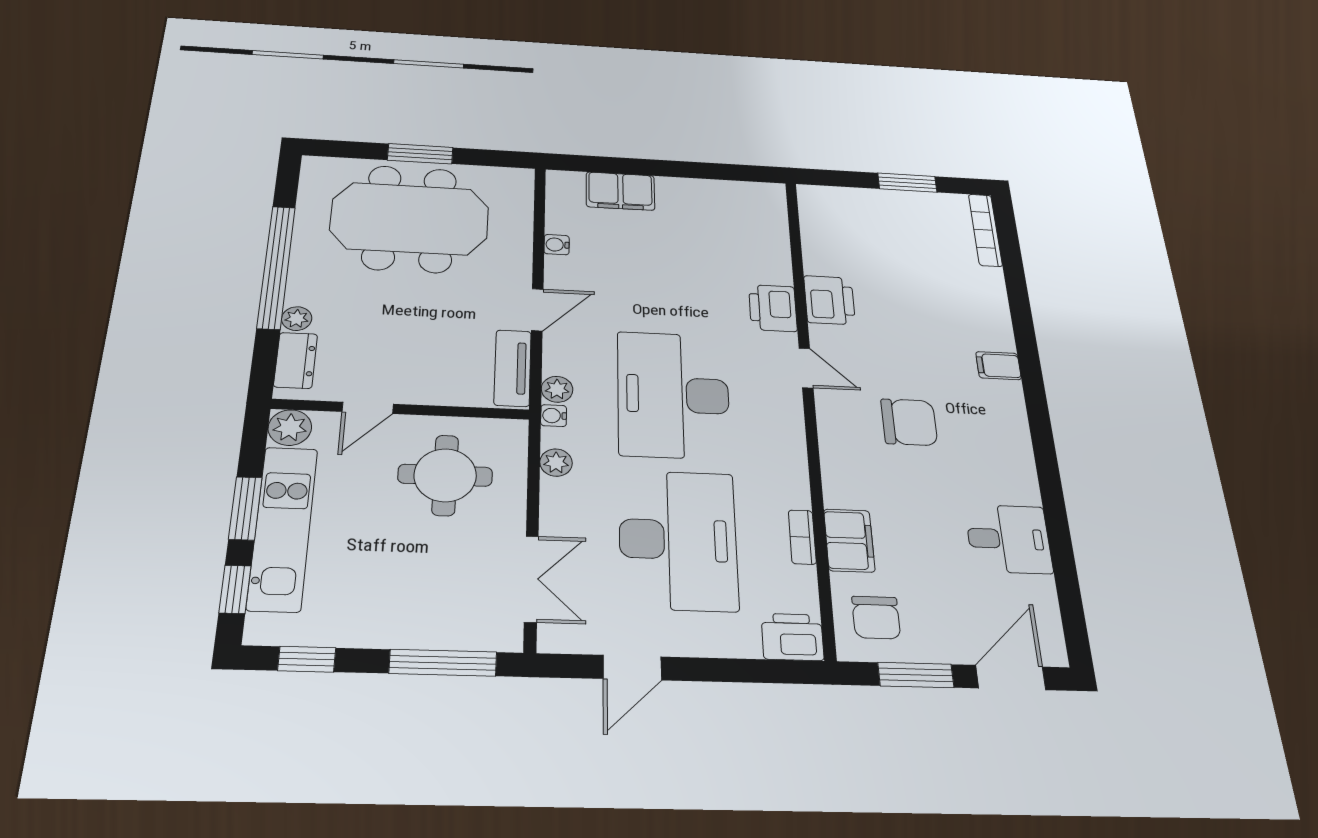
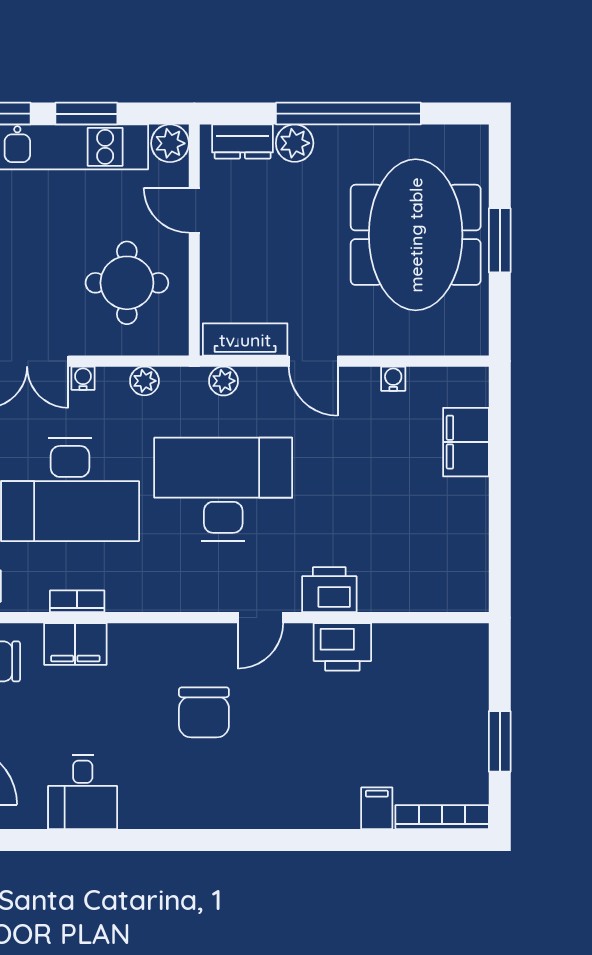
plant: (297, 319) -> (295, 143), width x1.38, depth x1.38
filing cabinet: (998, 366) -> (377, 808), moved
water cooler: (554, 416) -> (83, 378), moved

